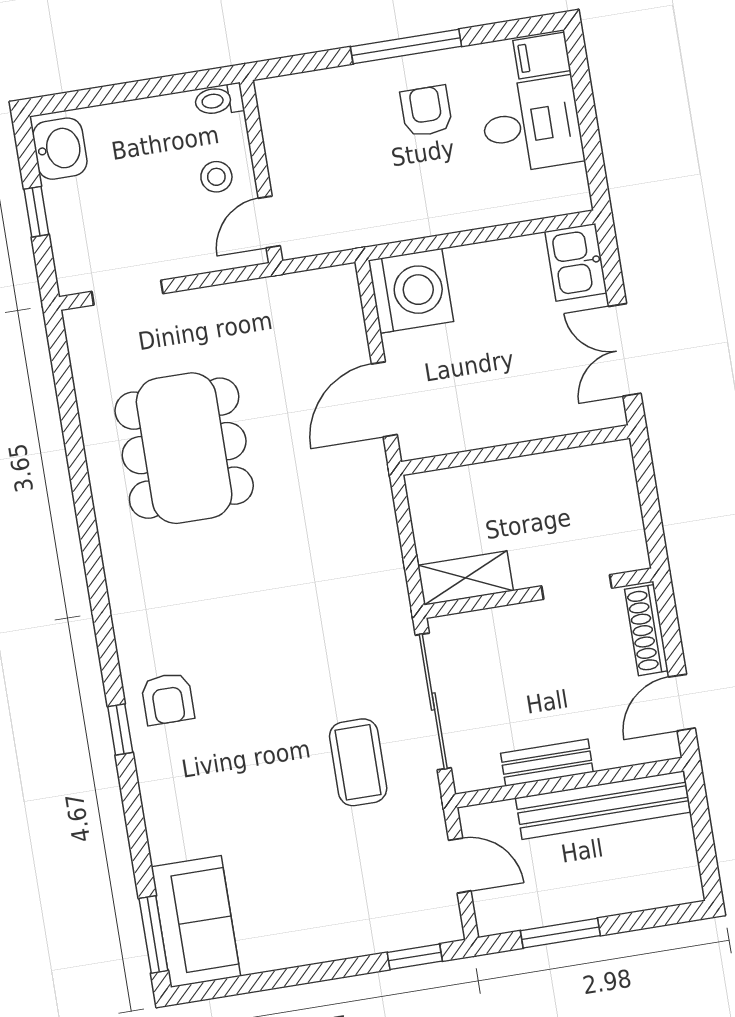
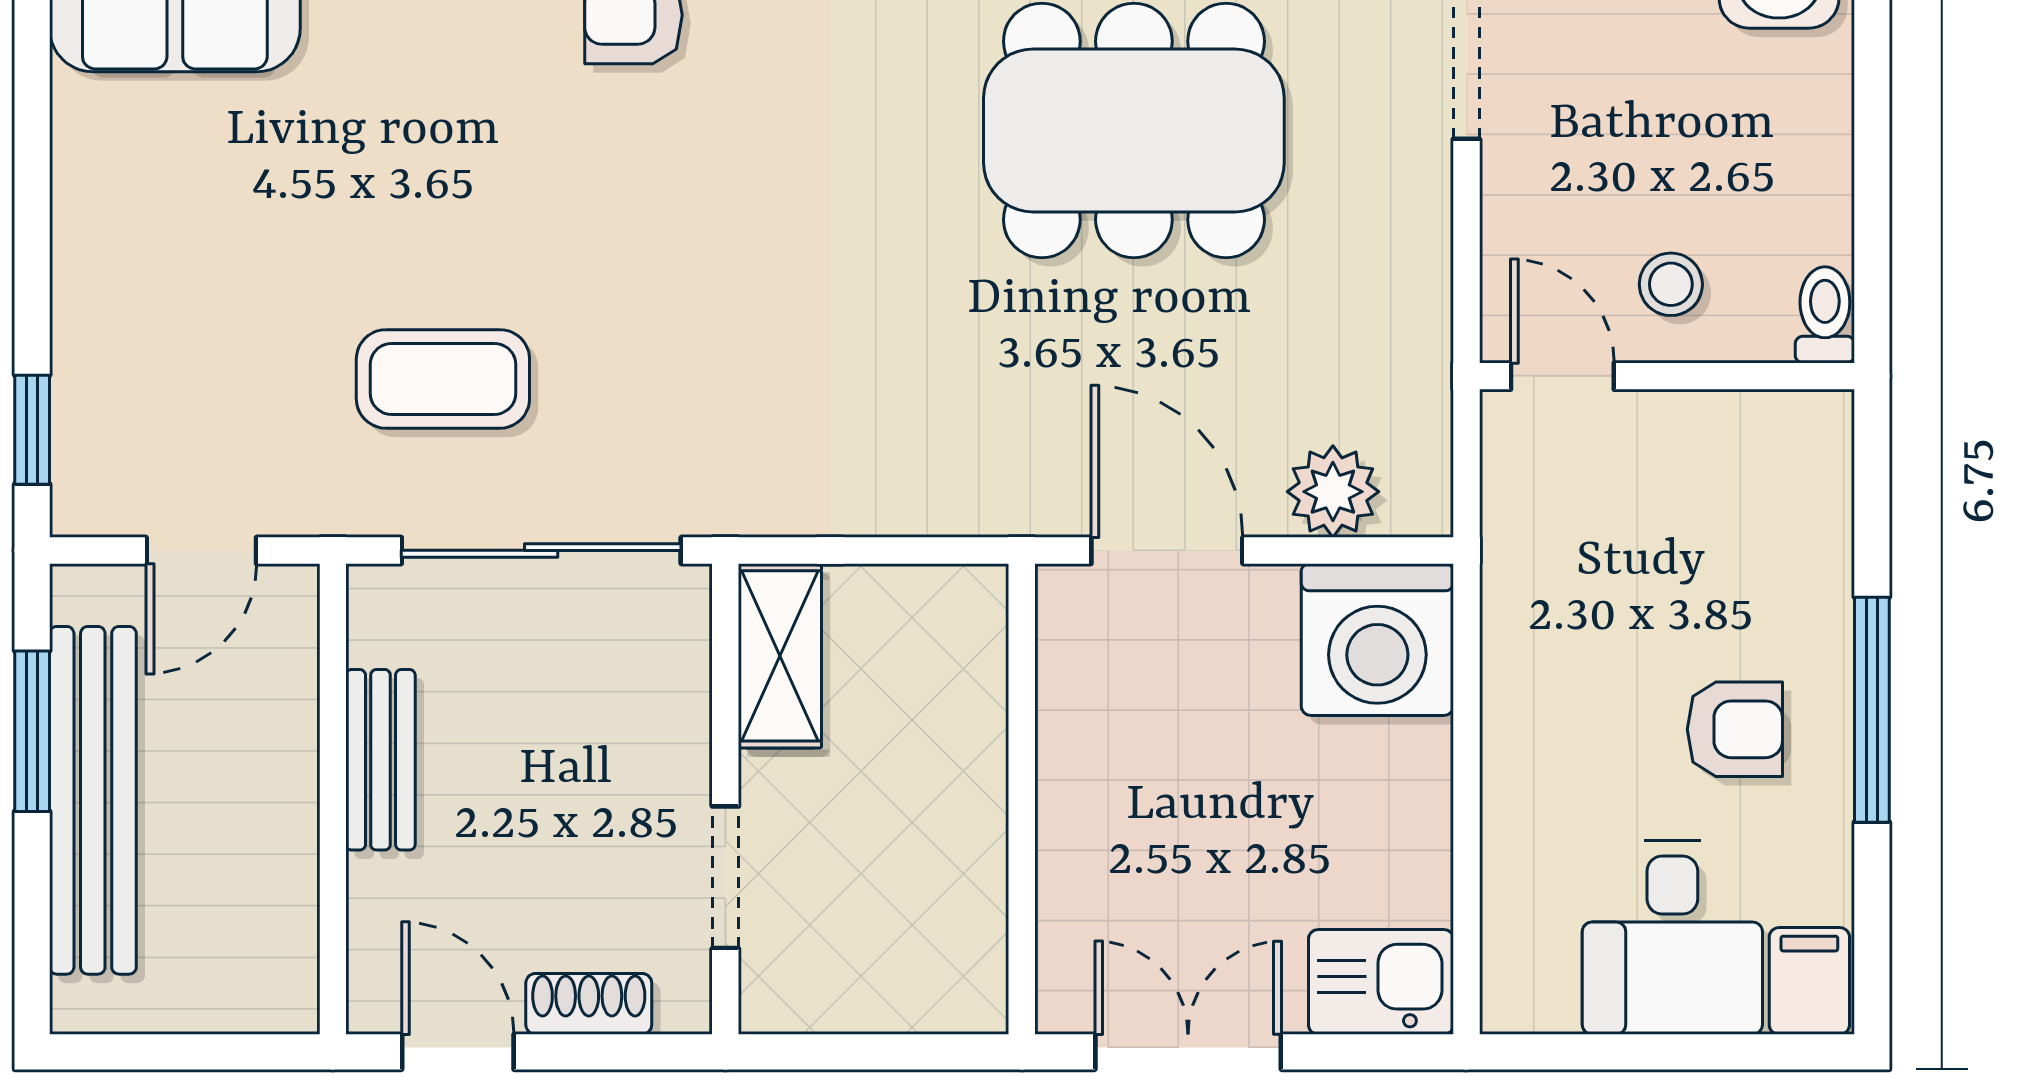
plant: (343, 324) -> (1333, 492), added
shoe rack: (646, 630) -> (589, 1004), width x0.70
bench: (603, 805) -> (93, 800), moved

